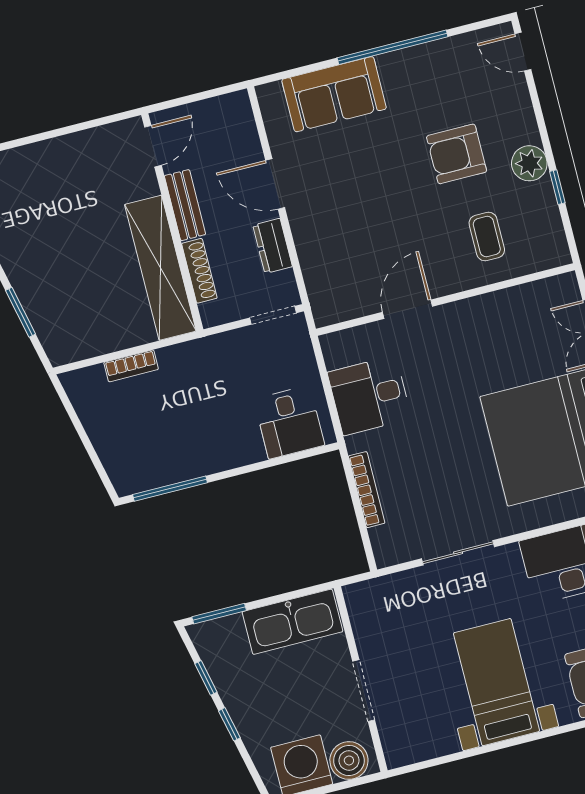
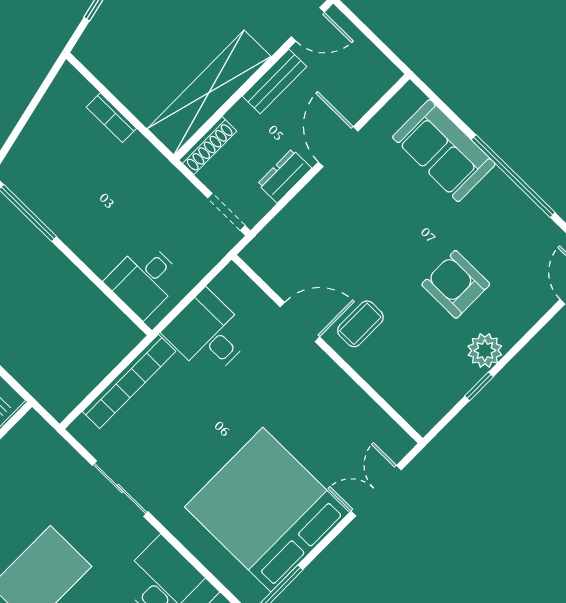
coffee table: (487, 237) -> (360, 324), moved
shoe rack: (199, 271) -> (208, 146), moved
bookcase: (367, 490) -> (129, 381), width x1.48, depth x1.31

